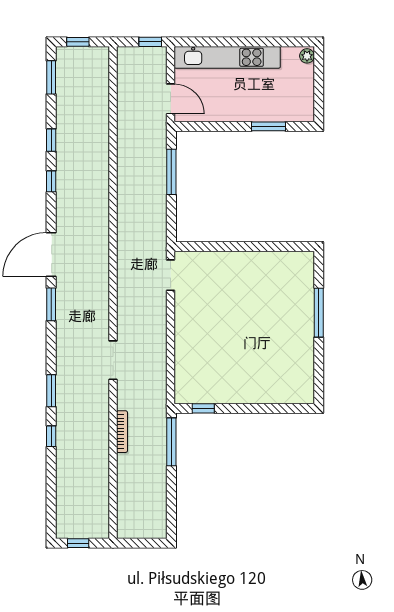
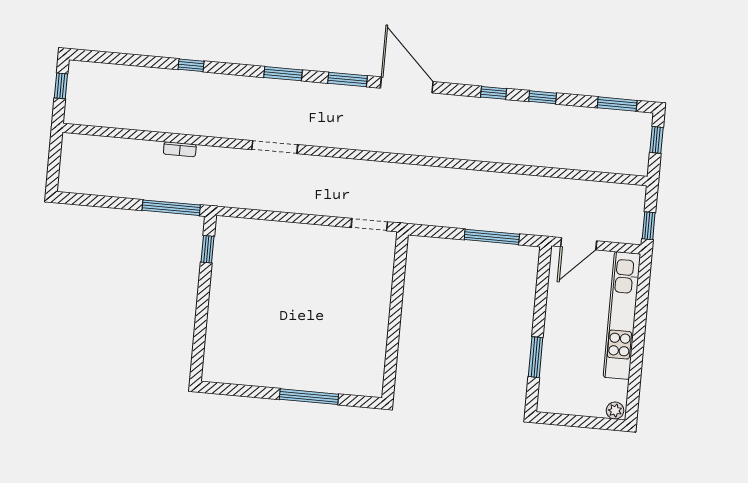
window: (51, 391) -> (283, 74), moved
bookcase: (122, 432) -> (180, 149), width x0.64

